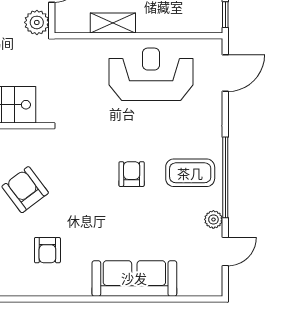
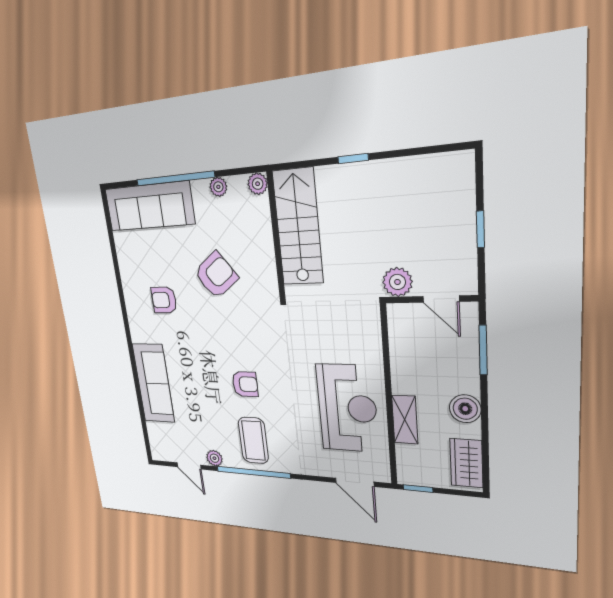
shelving: (113, 23) -> (405, 420), moved

